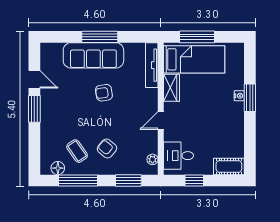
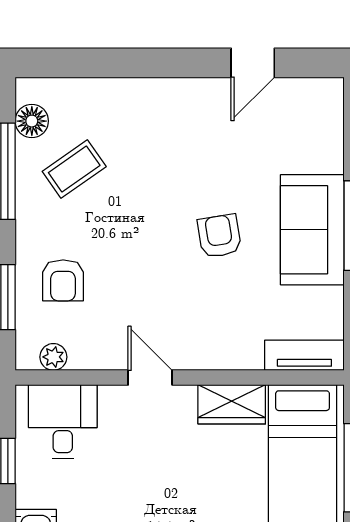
sofa: (93, 55) -> (312, 230), width x0.73
tv unit: (152, 65) -> (304, 355), width x0.71
window: (34, 109) -> (179, 63), removed
armchair: (107, 148) -> (63, 280), moved, turned 140

